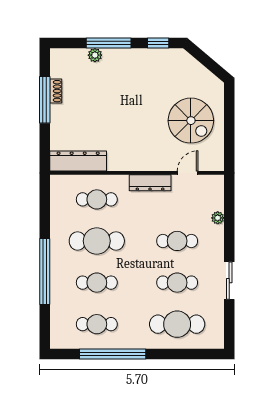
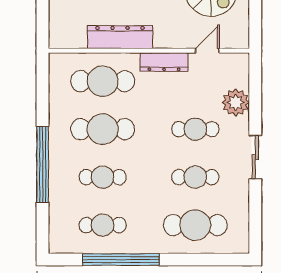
dresser: (78, 161) -> (120, 37), moved
cafe table: (97, 199) -> (103, 81), width x1.37, depth x1.35
plant: (218, 218) -> (236, 102), width x1.87, depth x1.87
sliding door: (229, 281) -> (255, 157), moved

